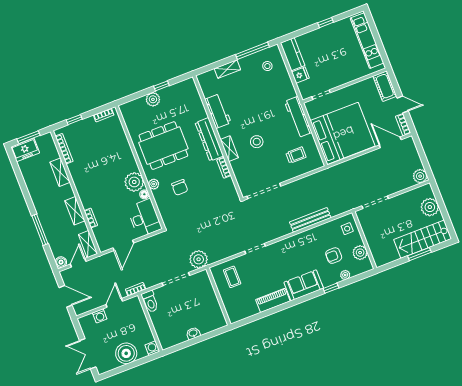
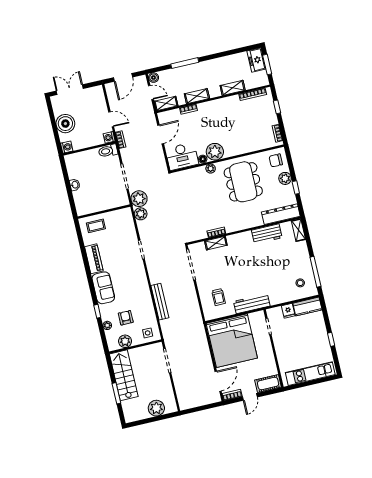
shelving: (227, 69) -> (298, 230), moved
dresser: (209, 139) -> (281, 214), moved
stool: (257, 142) -> (235, 264), removed
shelving: (229, 149) -> (216, 243), moved
plant: (420, 176) -> (141, 214), moved
chair: (180, 187) -> (276, 160), moved
stairs: (423, 239) -> (124, 375), moved
door: (123, 245) -> (161, 134), swing flipped
coffee table: (232, 277) -> (96, 226), moved
washing machine: (100, 316) -> (109, 137), moved

